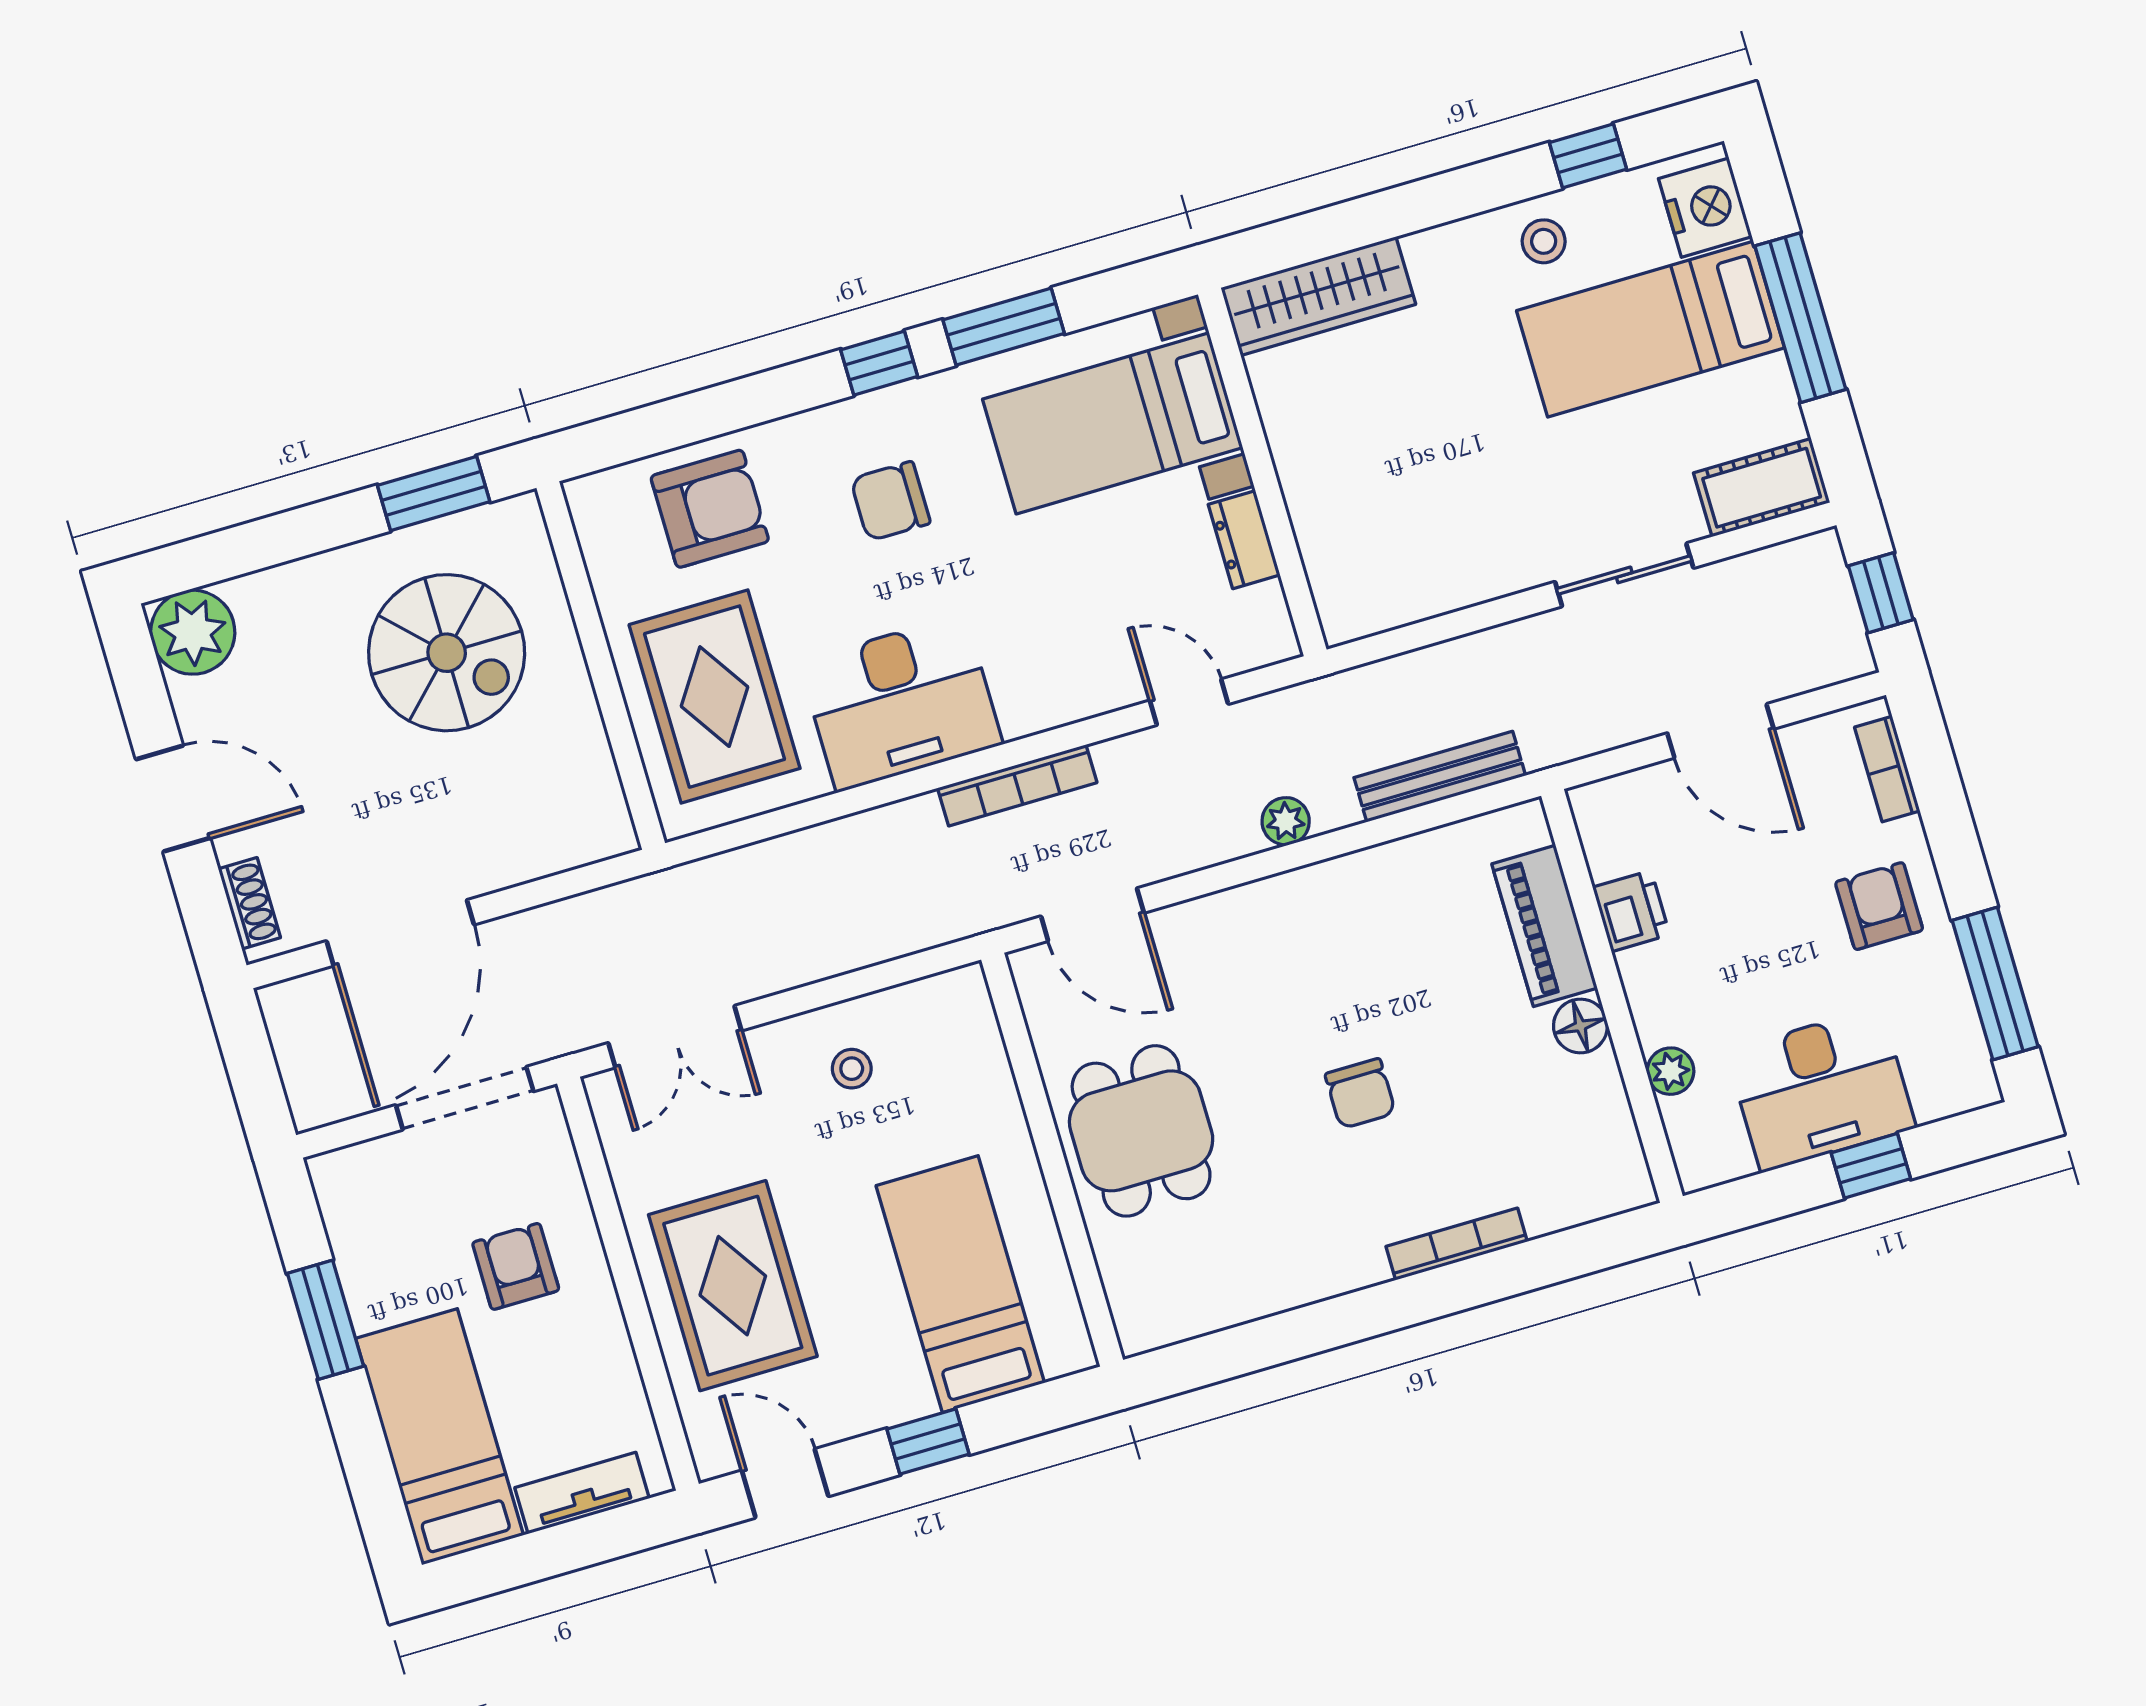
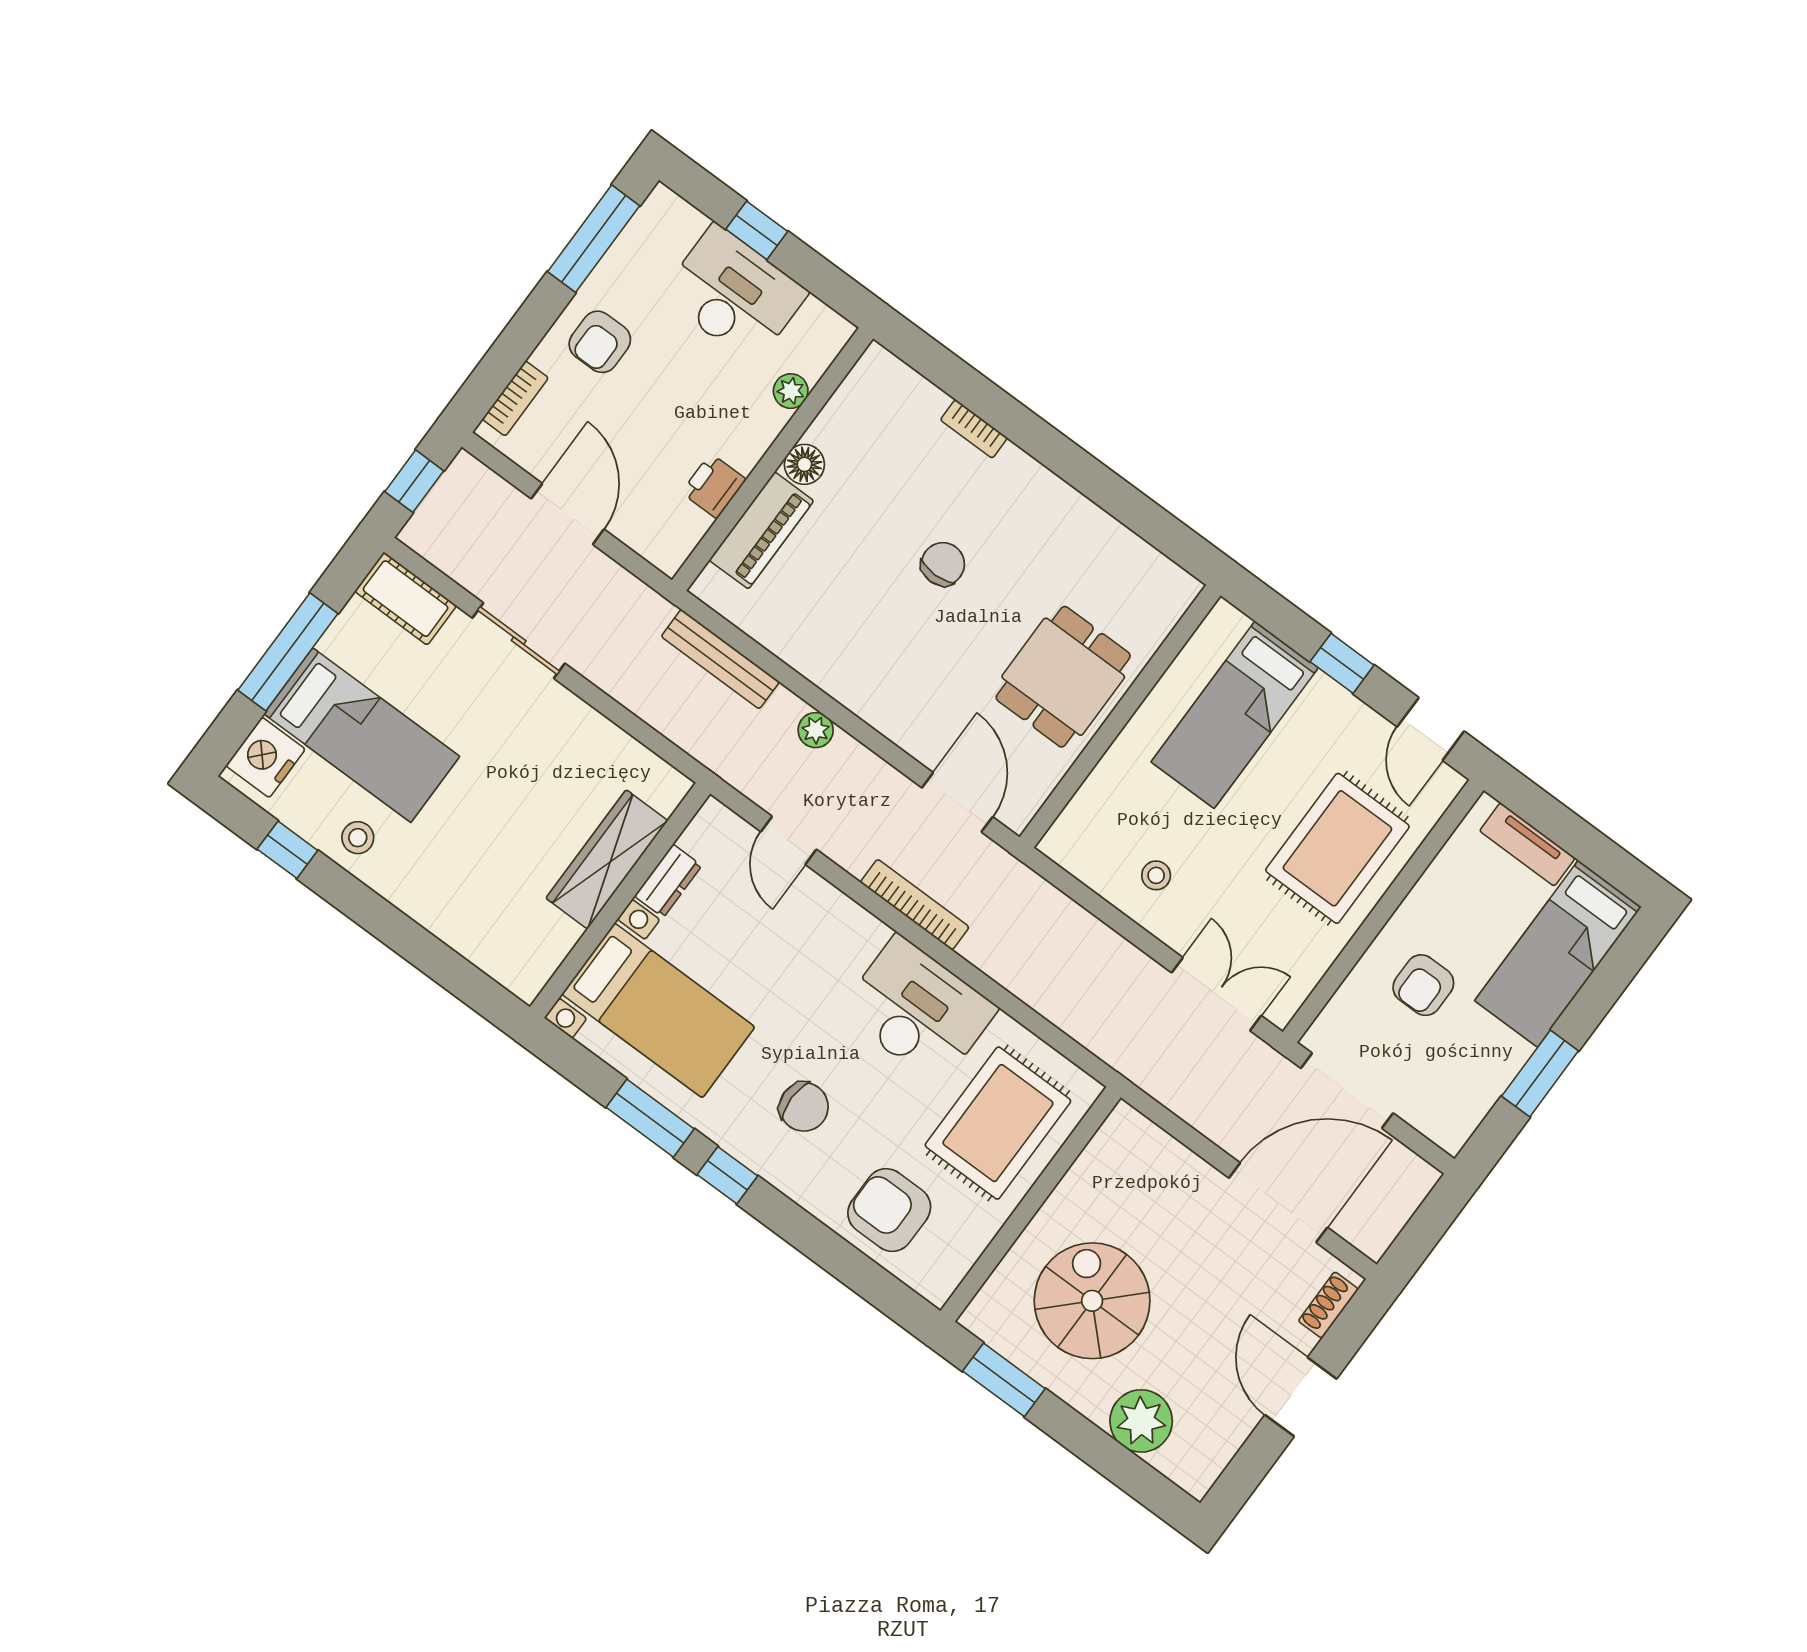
wardrobe: (1318, 296) -> (607, 859), moved, turned -90
plant: (193, 632) -> (1141, 1421), moved
bookcase: (1457, 1244) -> (974, 429), width x0.64

